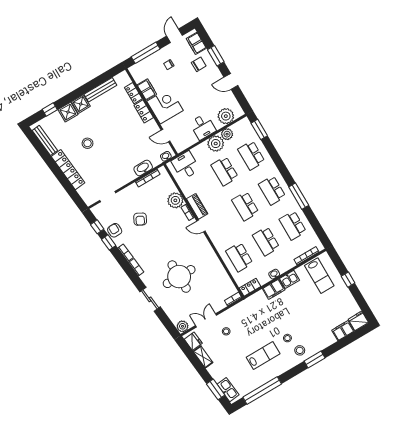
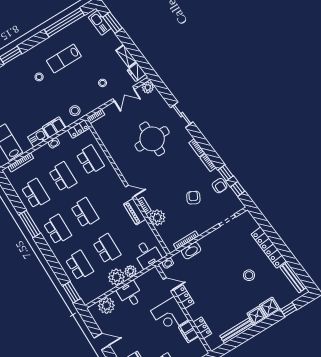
locker: (144, 111) -> (184, 297), moved
plant: (227, 134) -> (131, 271), moved
stool: (300, 350) -> (75, 111), moved

